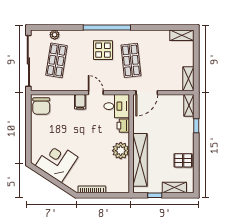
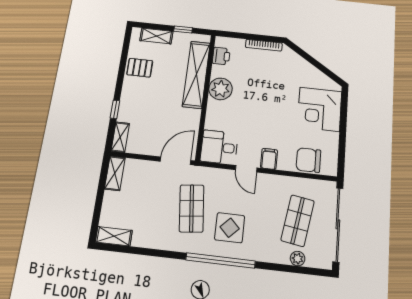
chair: (41, 106) -> (308, 160), moved, turned -90
printer: (123, 126) -> (221, 56), moved
corner desk: (57, 161) -> (320, 109), moved, turned 57

